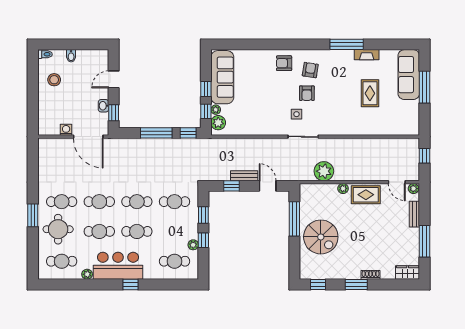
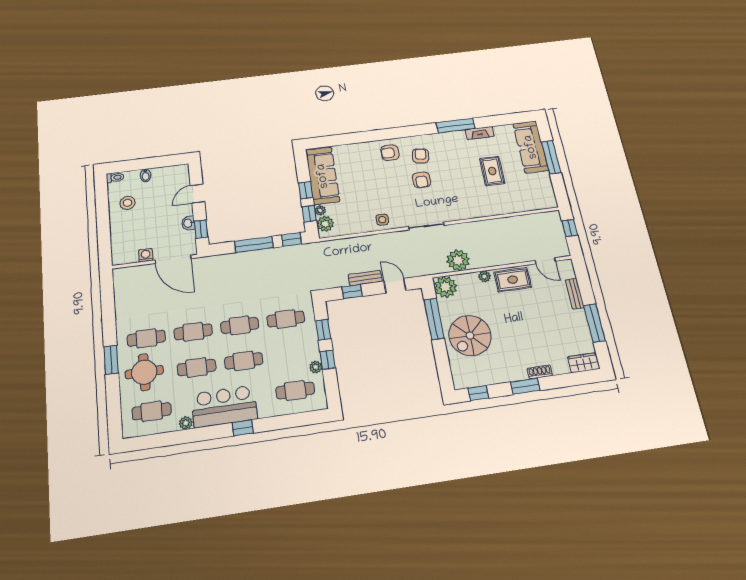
side table: (297, 114) -> (382, 220), moved
plant: (414, 189) -> (445, 287), moved, width x1.87, depth x1.87
spiral stairs: (321, 237) -> (470, 336), turned 90

